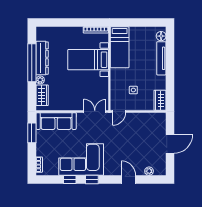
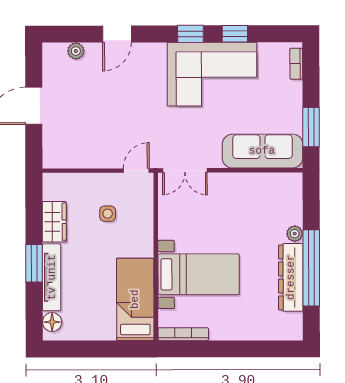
window: (170, 65) -> (34, 263), added
wardrobe: (42, 95) -> (291, 203), removed
wardrobe: (160, 100) -> (54, 222), moved
door: (129, 179) -> (117, 34), hinge flipped

